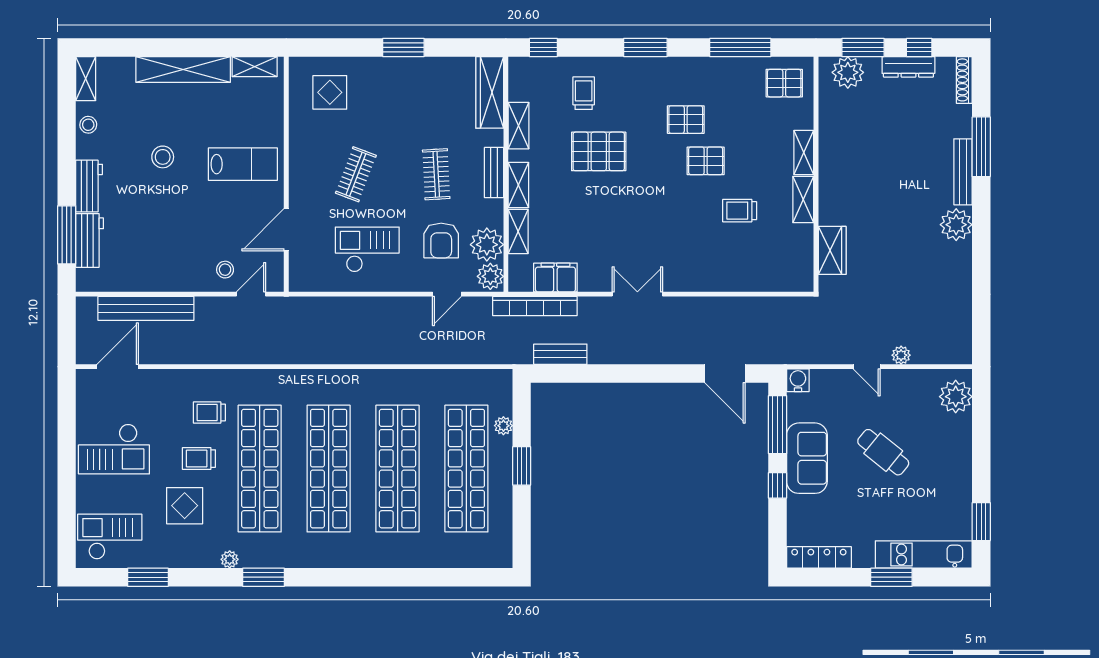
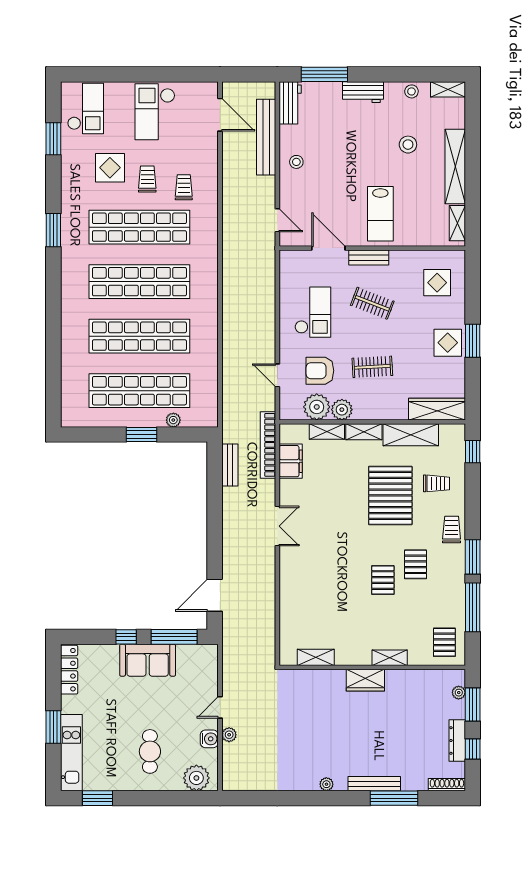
window: (645, 47) -> (473, 557), moved
plant: (848, 72) -> (459, 693), width x0.53, depth x0.53
display table: (406, 79) -> (448, 343), added
shelving: (519, 126) -> (411, 435), width x1.50, depth x1.33
pallet: (599, 151) -> (390, 495), width x1.37, depth x1.41
stool: (163, 157) -> (408, 145), moved
bench: (494, 173) -> (369, 258), moved
shelving: (803, 200) -> (316, 657), moved
trolley: (740, 211) -> (452, 530), moved
plant: (956, 225) -> (326, 784), width x0.53, depth x0.53
workbench: (90, 240) -> (290, 103), moved, turned -90
wardrobe: (832, 250) -> (365, 680), moved
stool: (225, 270) -> (296, 162), moved
plant: (490, 276) -> (342, 410), moved
water cooler: (798, 380) -> (209, 739), moved
cafe table: (883, 452) -> (150, 751), moved, turned -39
plant: (230, 559) -> (68, 203), removed

